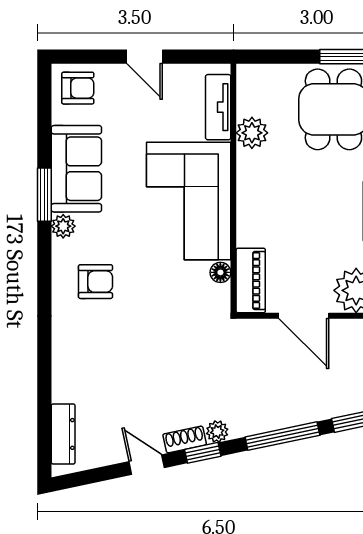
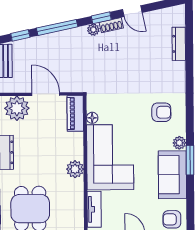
plant: (252, 133) -> (75, 169), moved
armchair: (95, 282) -> (161, 112), turned 180
dresser: (63, 434) -> (179, 44), moved

